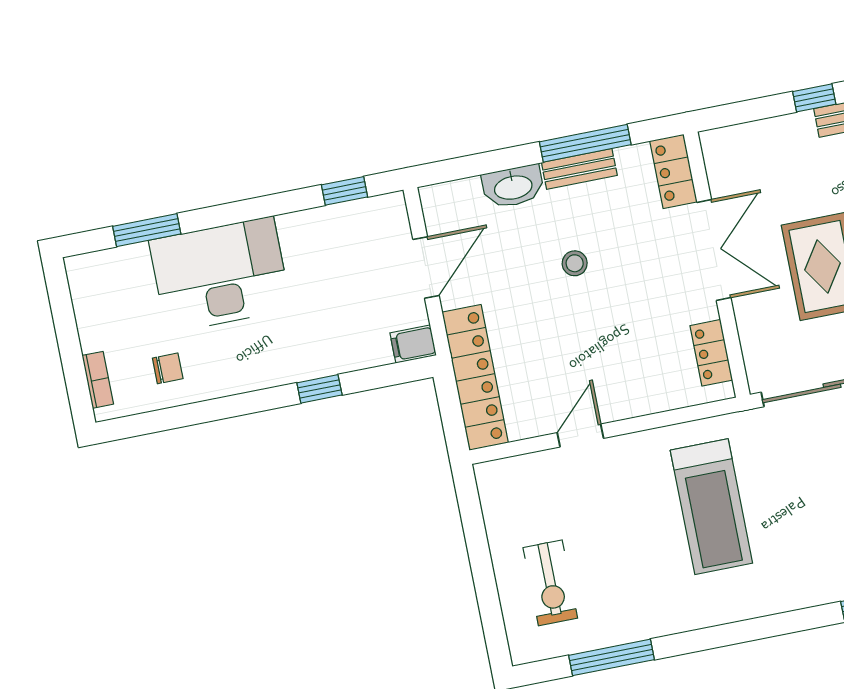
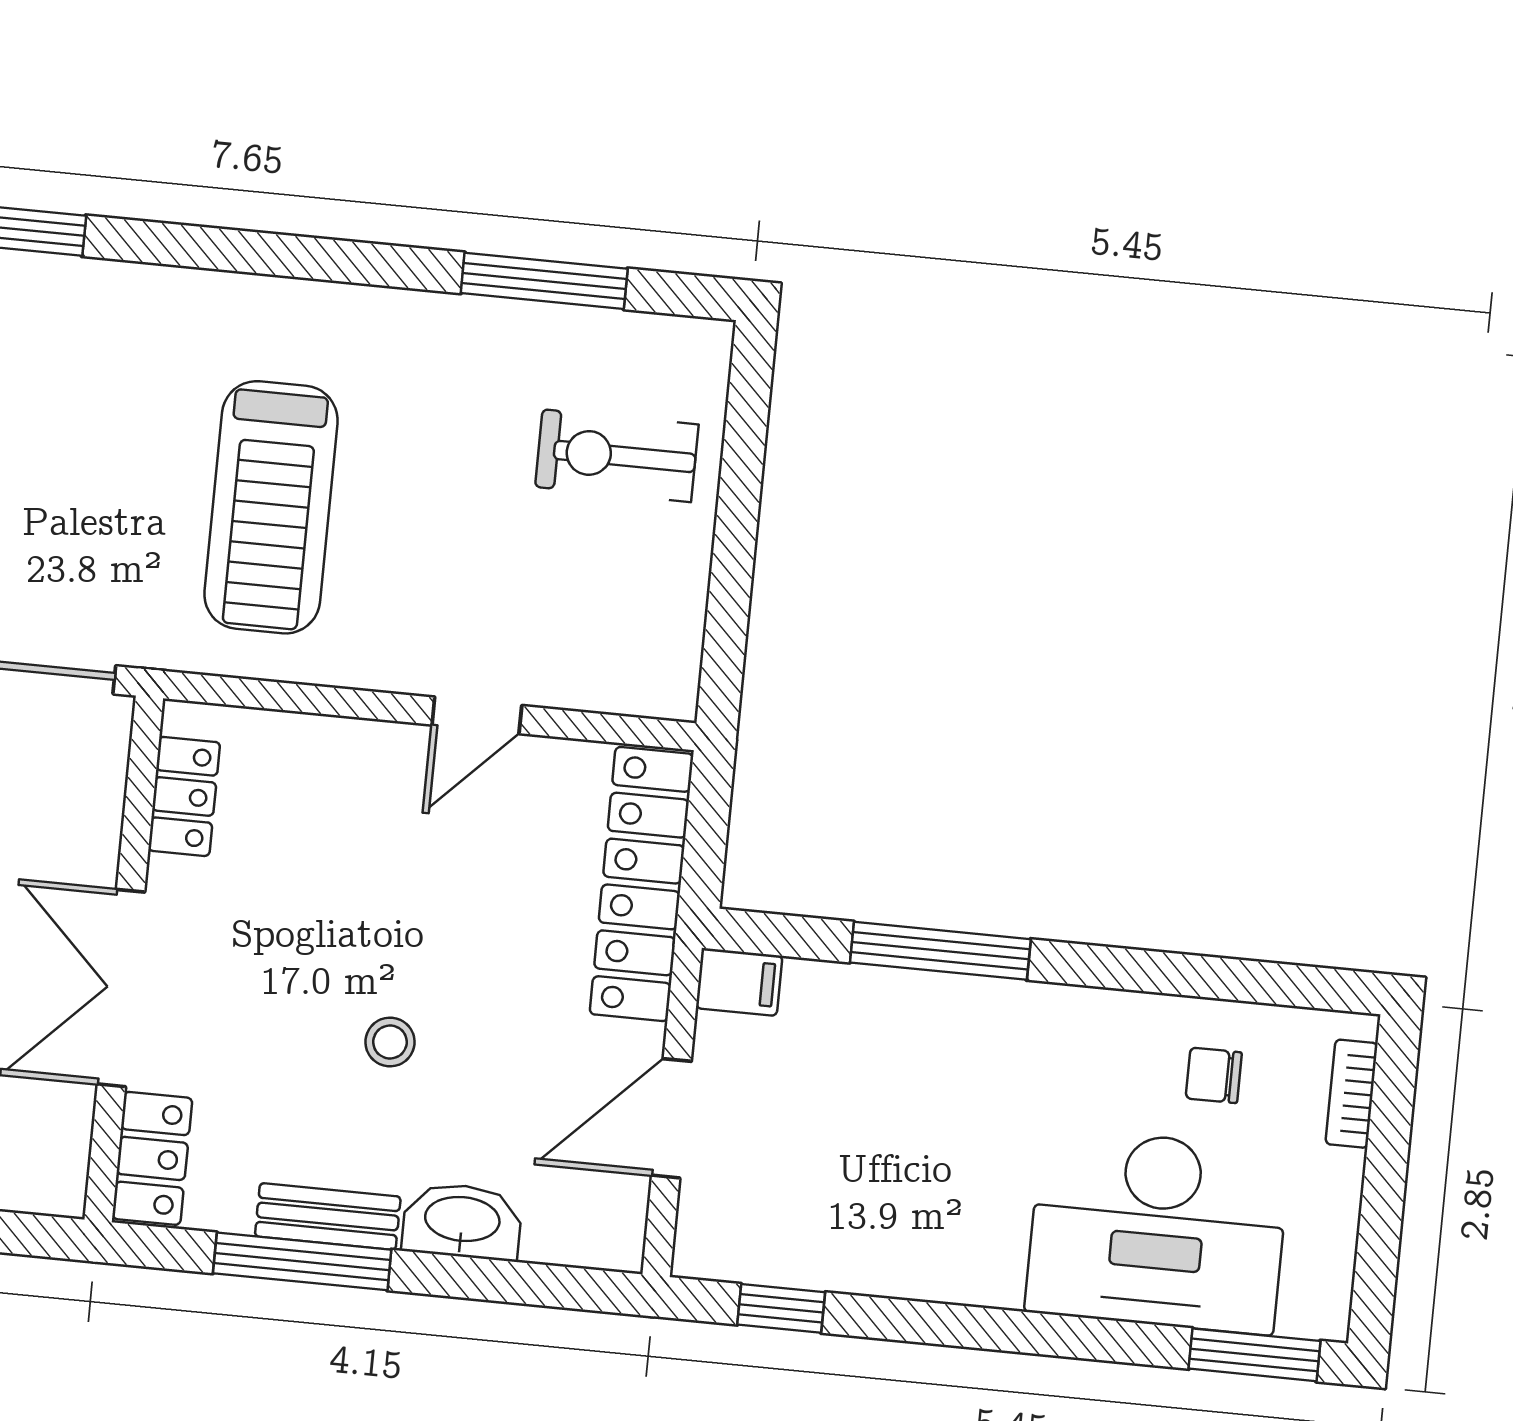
window: (147, 230) -> (1254, 1355), moved
desk: (220, 275) -> (1157, 1231), moved
window: (319, 389) -> (940, 951), width x2.17
treadmill: (711, 507) -> (271, 507), turned 180
exercise bike: (550, 583) -> (617, 456), turned -90

